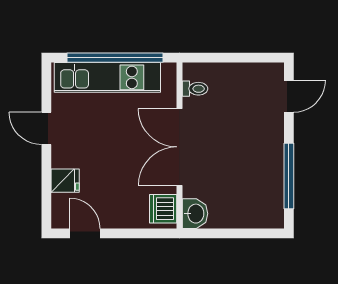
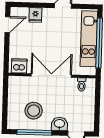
stool: (248, 179) -> (34, 111), added
washbasin: (195, 214) -> (59, 124), moved, turned 180

